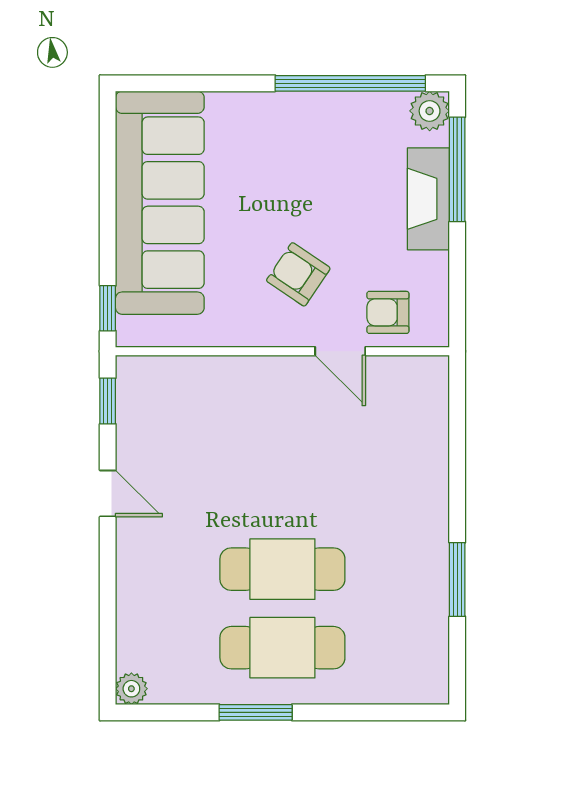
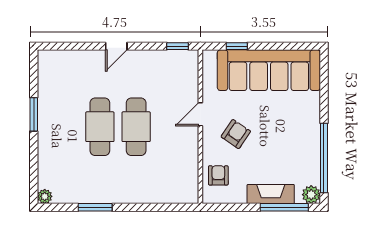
window: (108, 308) -> (237, 46), moved
door: (340, 351) -> (200, 114), moved
door: (108, 494) -> (116, 46), moved
cafe table: (282, 648) -> (136, 127), moved
plant: (131, 689) -> (45, 196), moved

